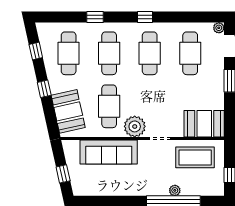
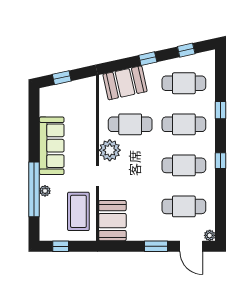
sofa: (109, 152) -> (52, 146), moved, turned 180

